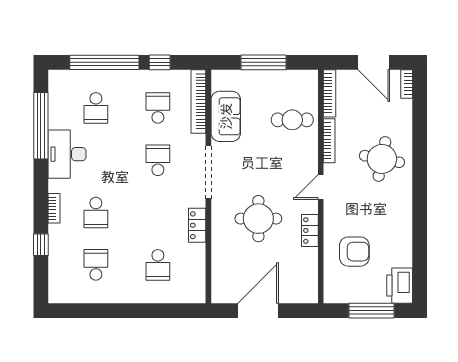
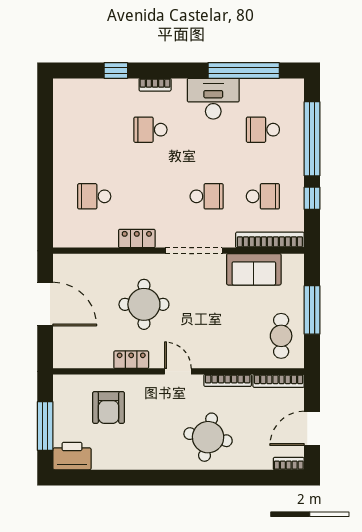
cafe table: (292, 120) -> (281, 336), moved
school desk: (96, 265) -> (94, 130), removed

